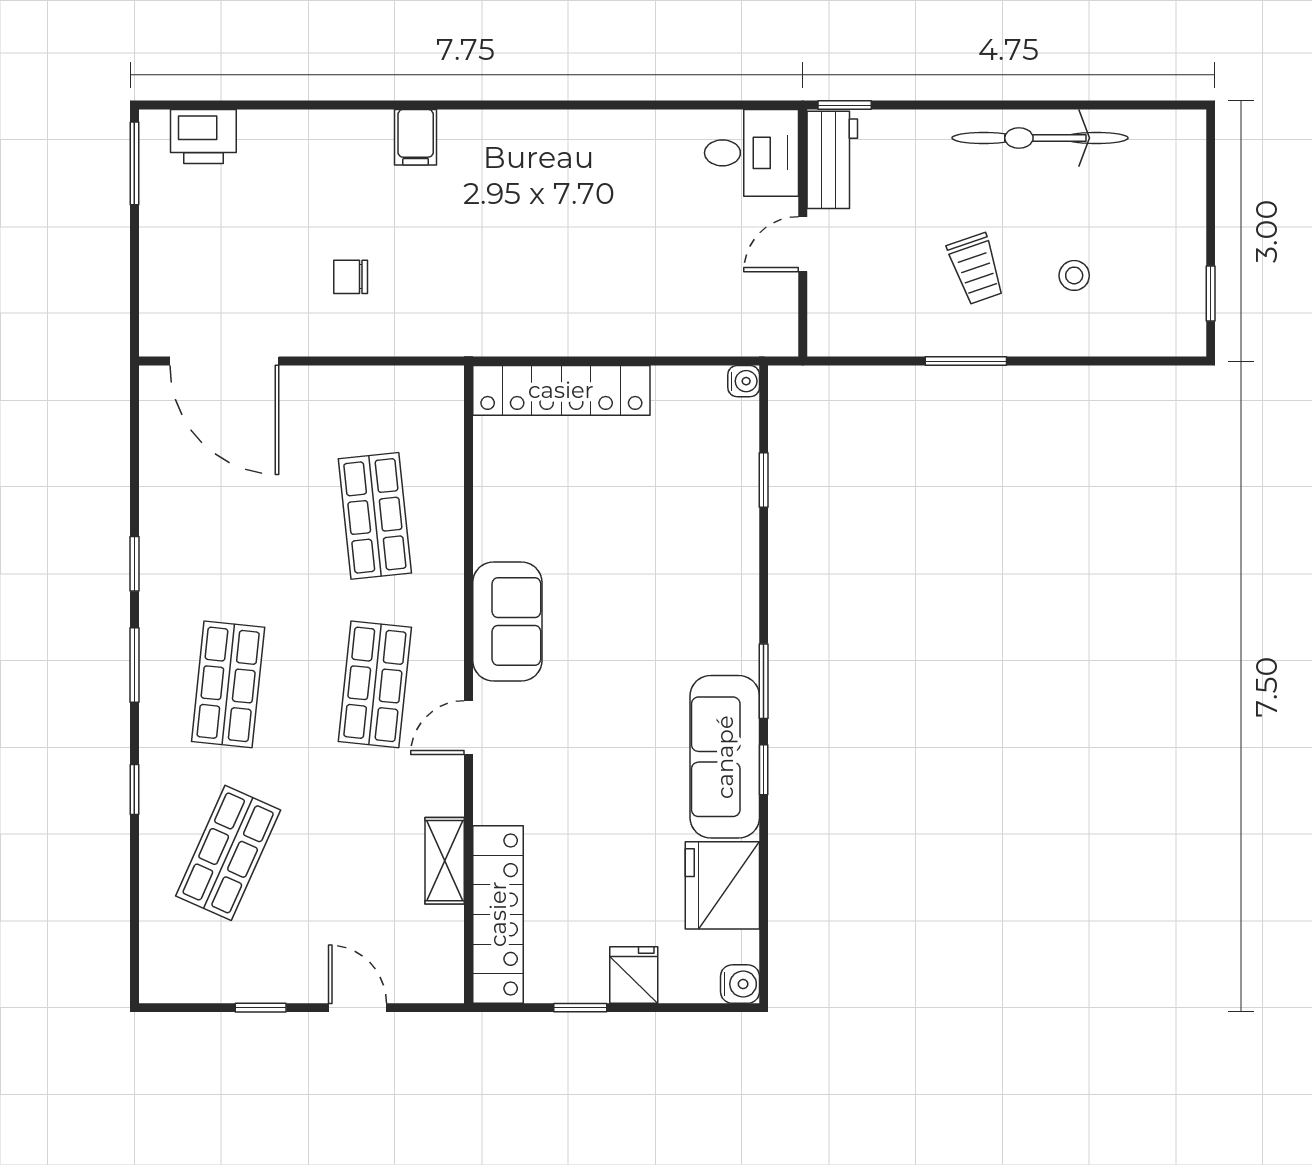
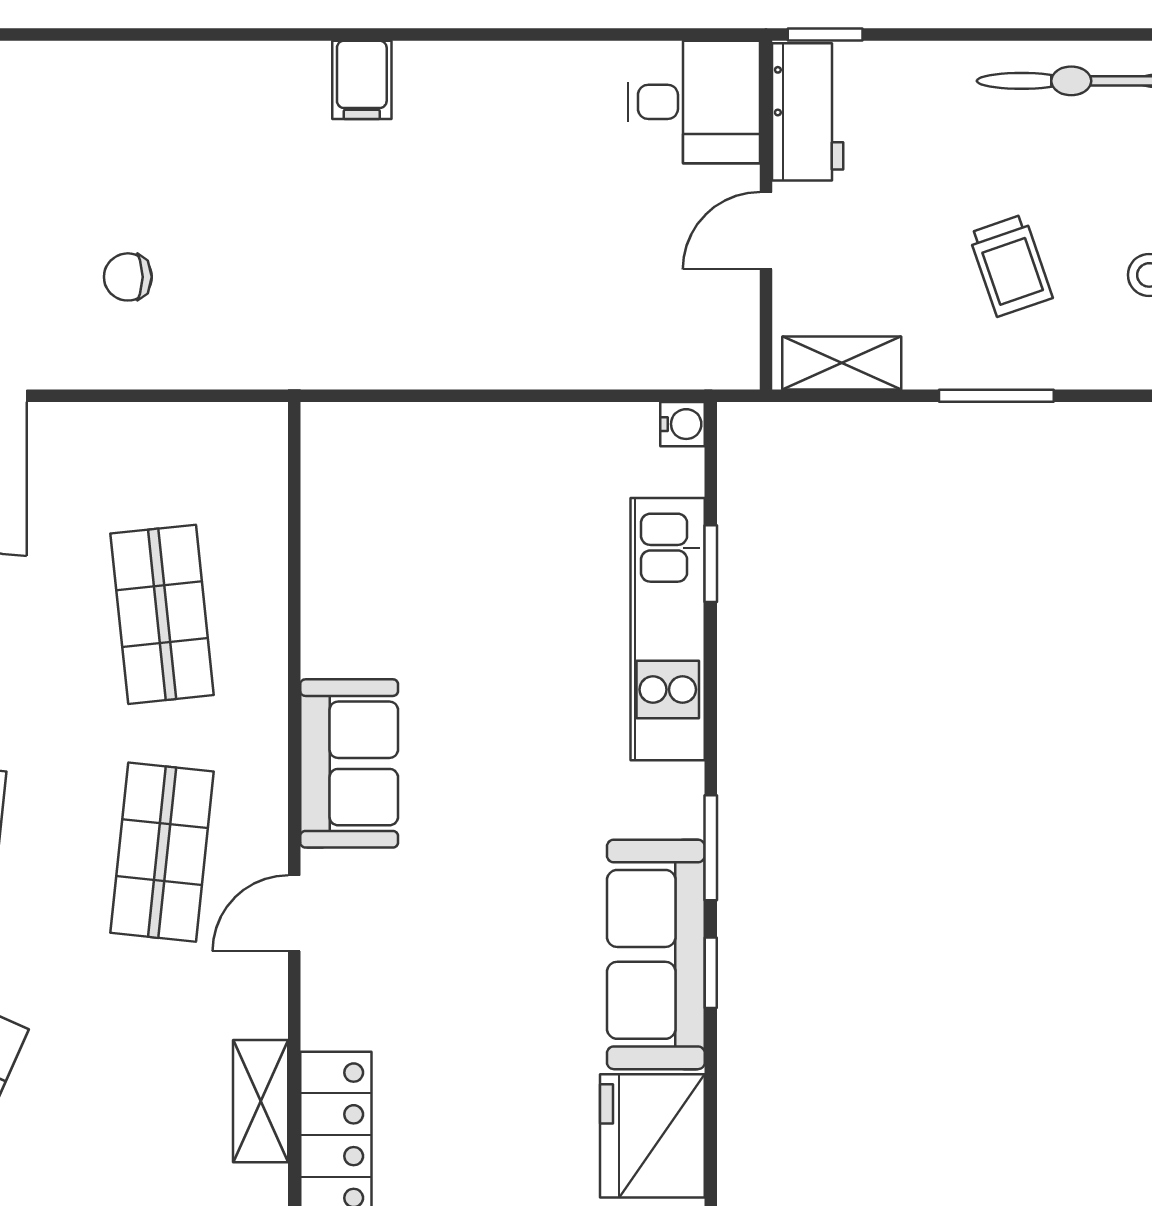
filing cabinet: (416, 137) -> (362, 80), moved
shelving: (856, 338) -> (842, 363), added
locker: (561, 390) -> (425, 437), removed
kitchen unit: (733, 526) -> (668, 629), added

